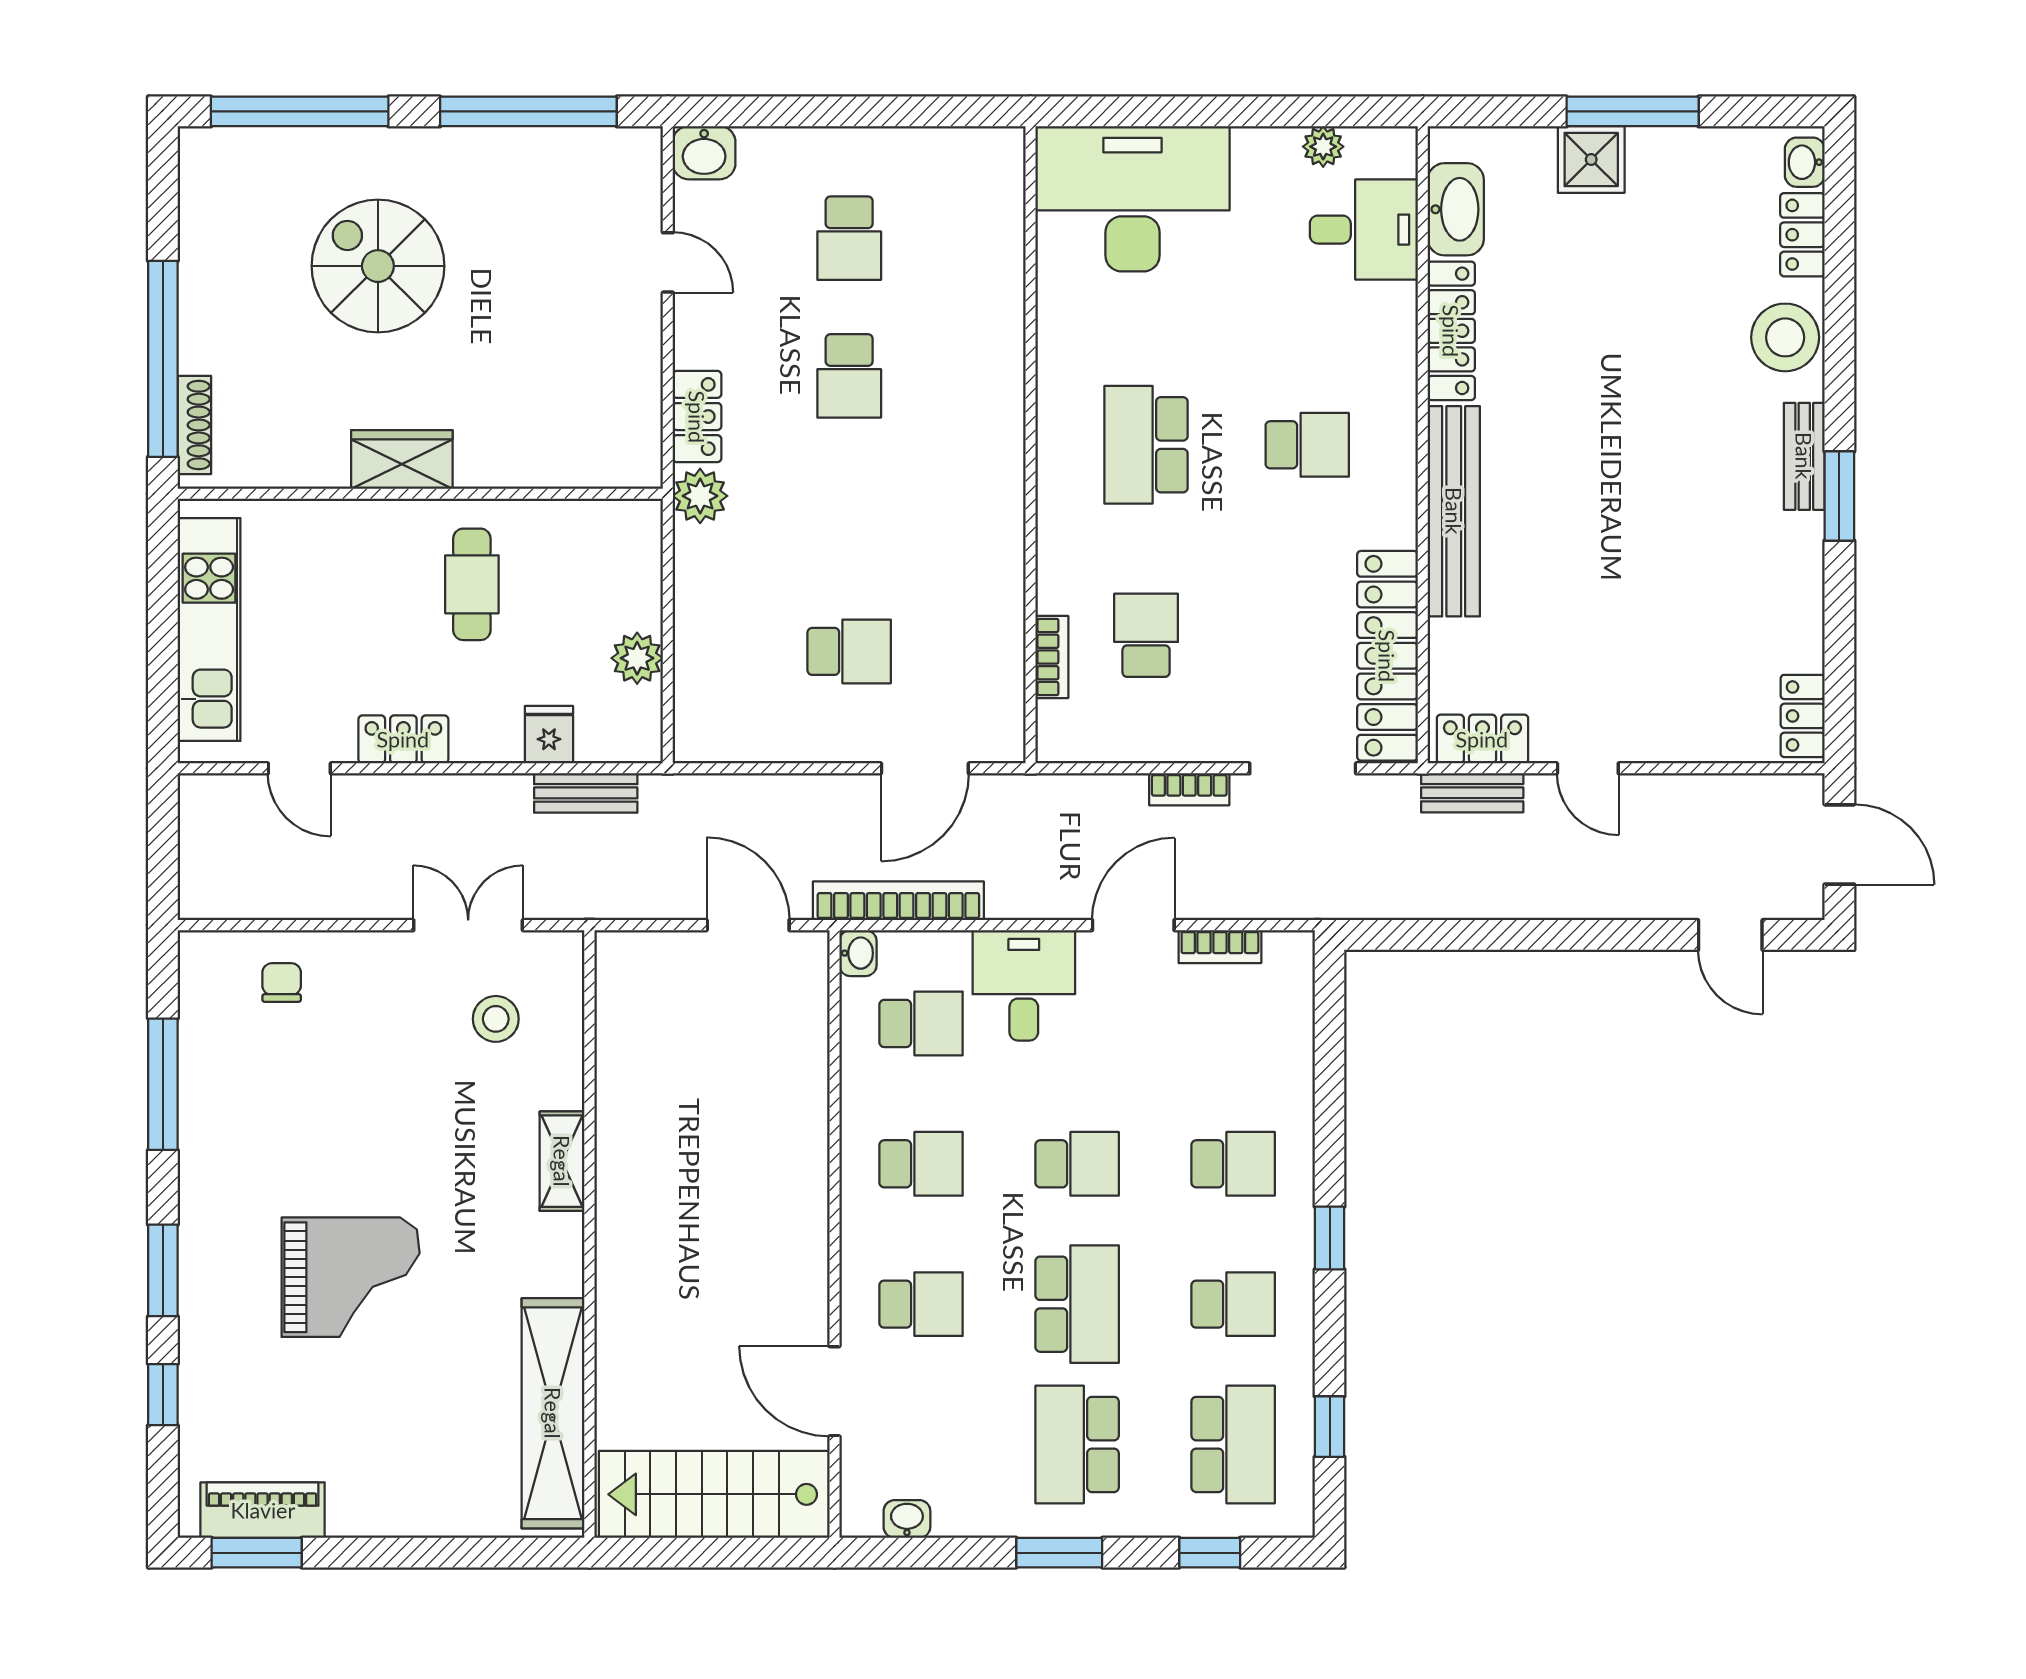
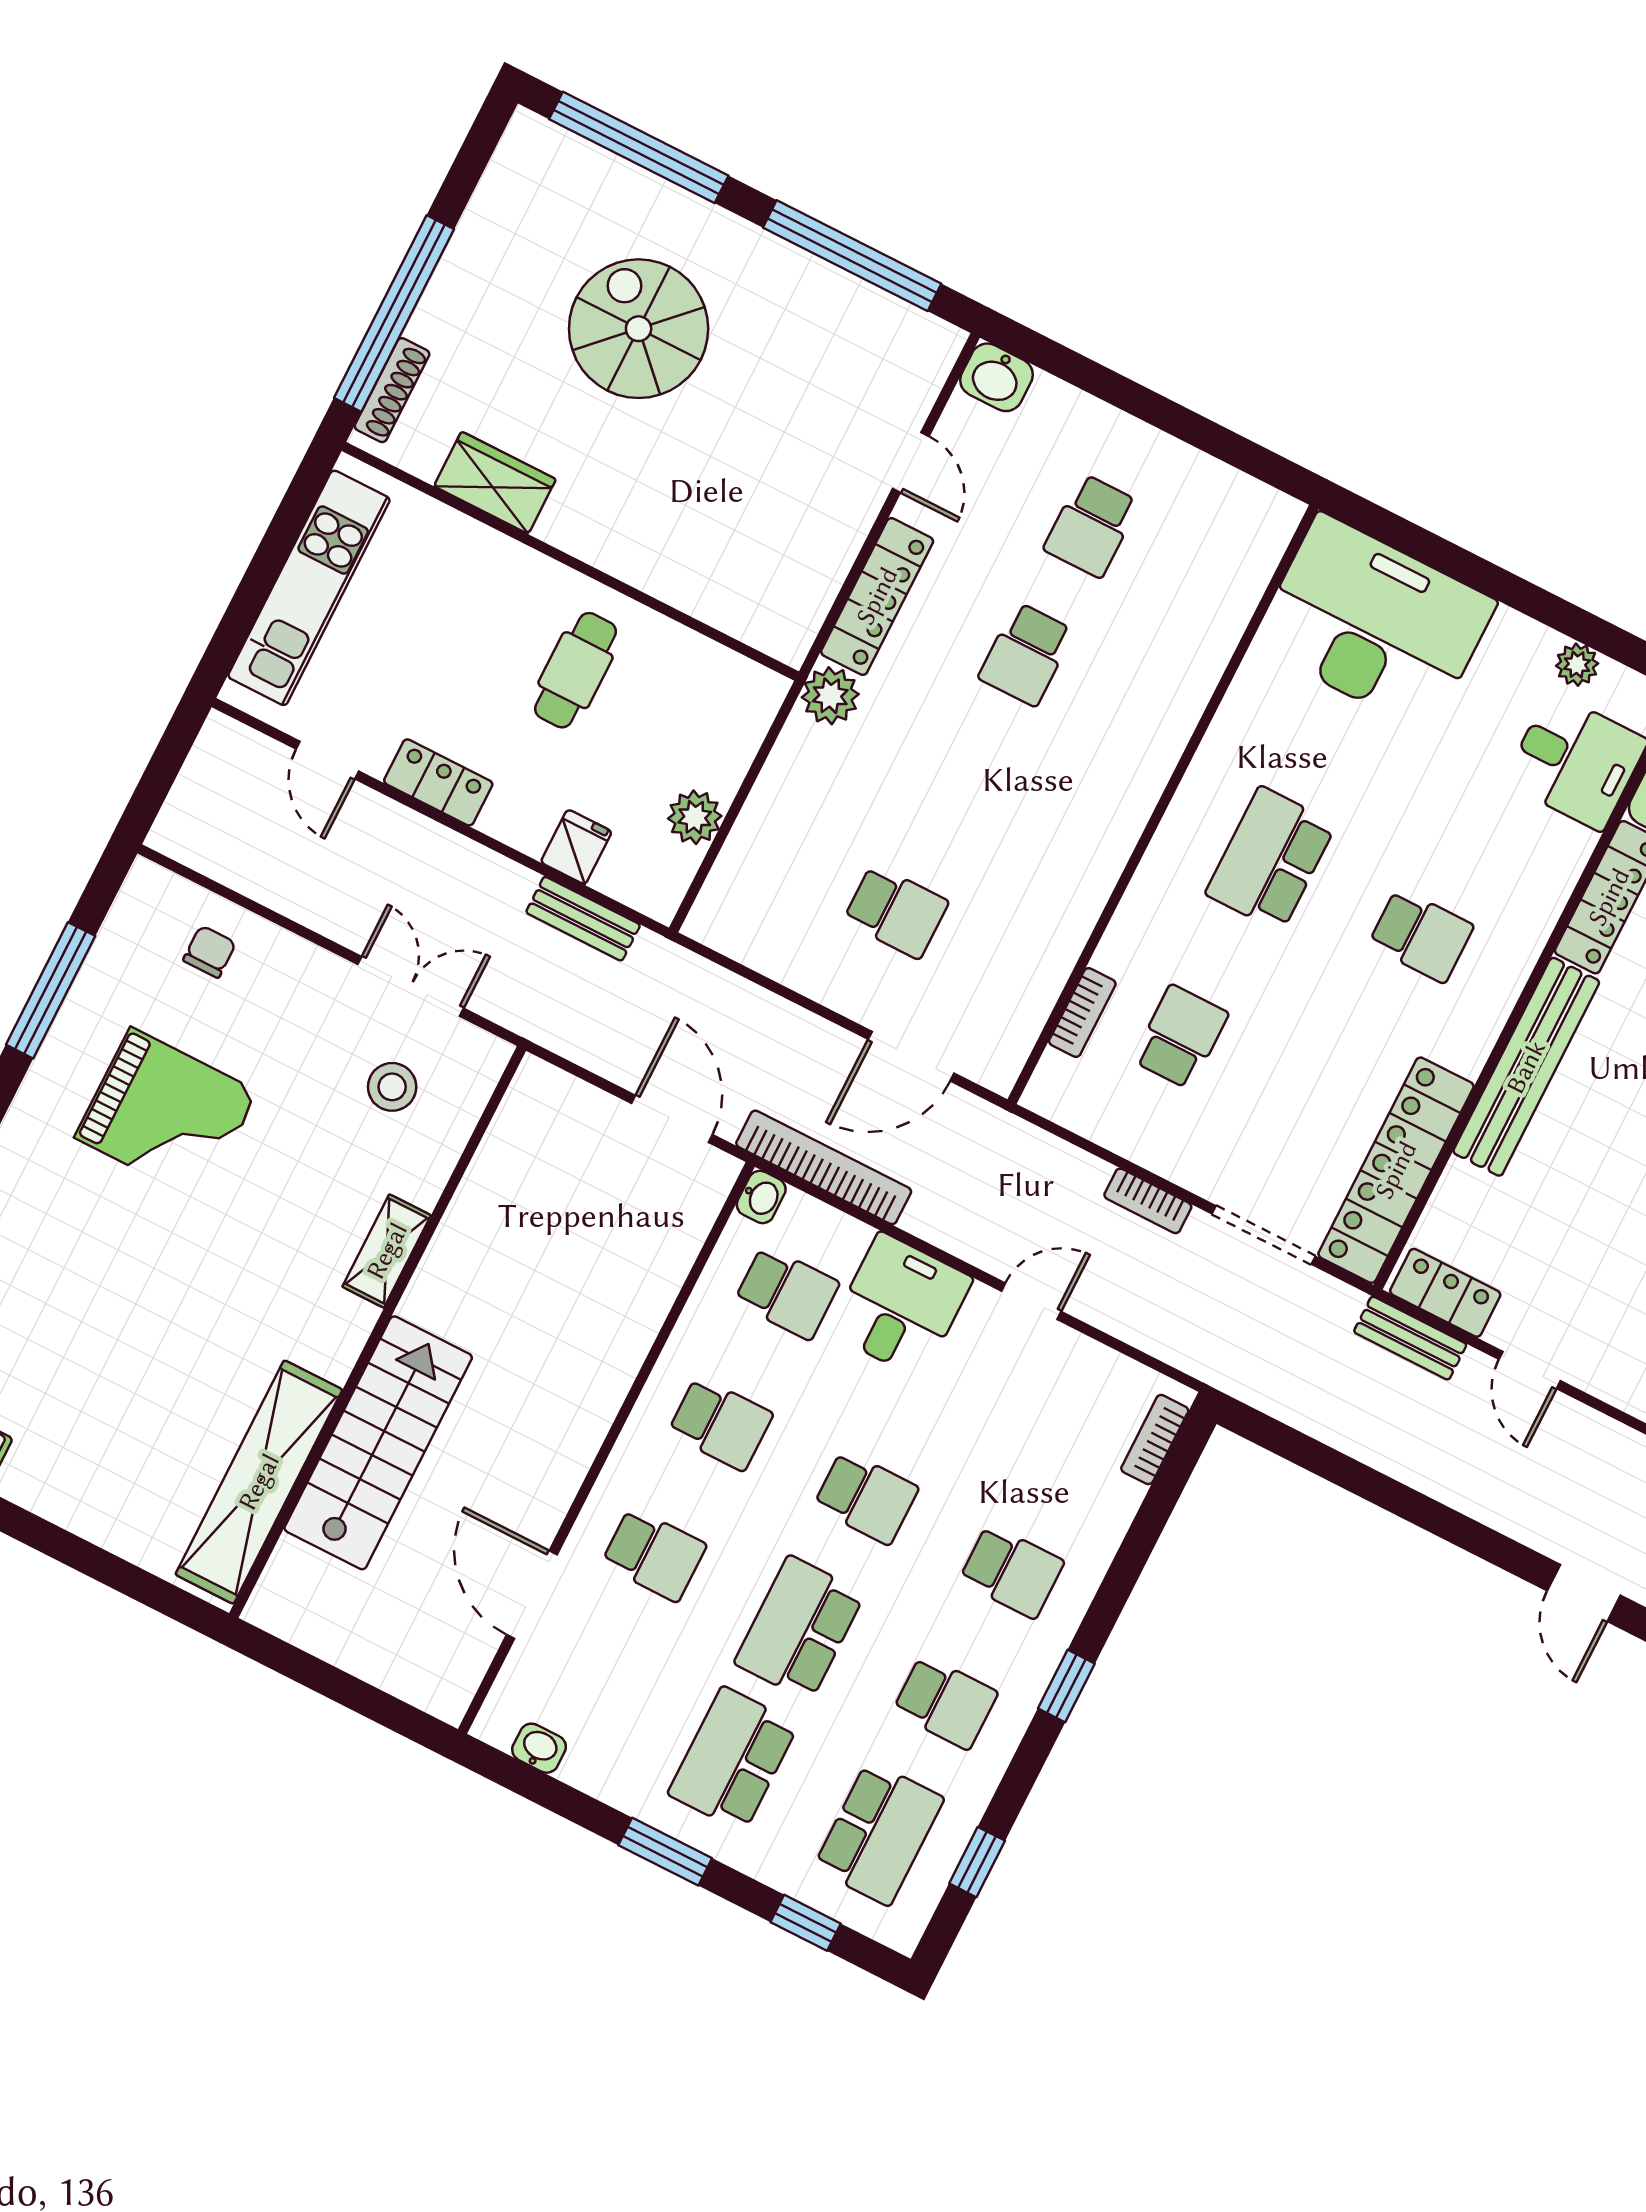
locker: (697, 417) -> (877, 596), width x1.53
wardrobe: (402, 459) -> (495, 483), moved
door: (1133, 925) -> (1031, 1301), width x0.73
bookcase: (1220, 947) -> (1155, 1440), moved, turned 90
grand piano: (351, 1277) -> (166, 1115), moved
school desk: (1077, 1304) -> (800, 1628), turned 180
stairs: (714, 1494) -> (378, 1443), moved, turned 90

